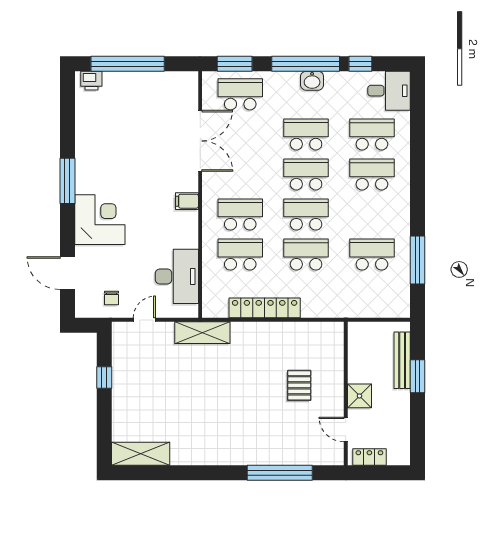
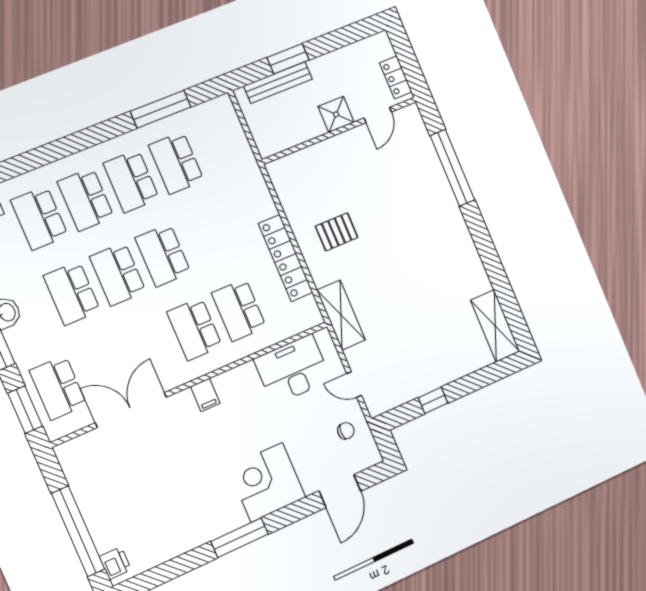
school desk: (306, 255) -> (131, 181), moved
pallet: (299, 385) -> (337, 232), moved

